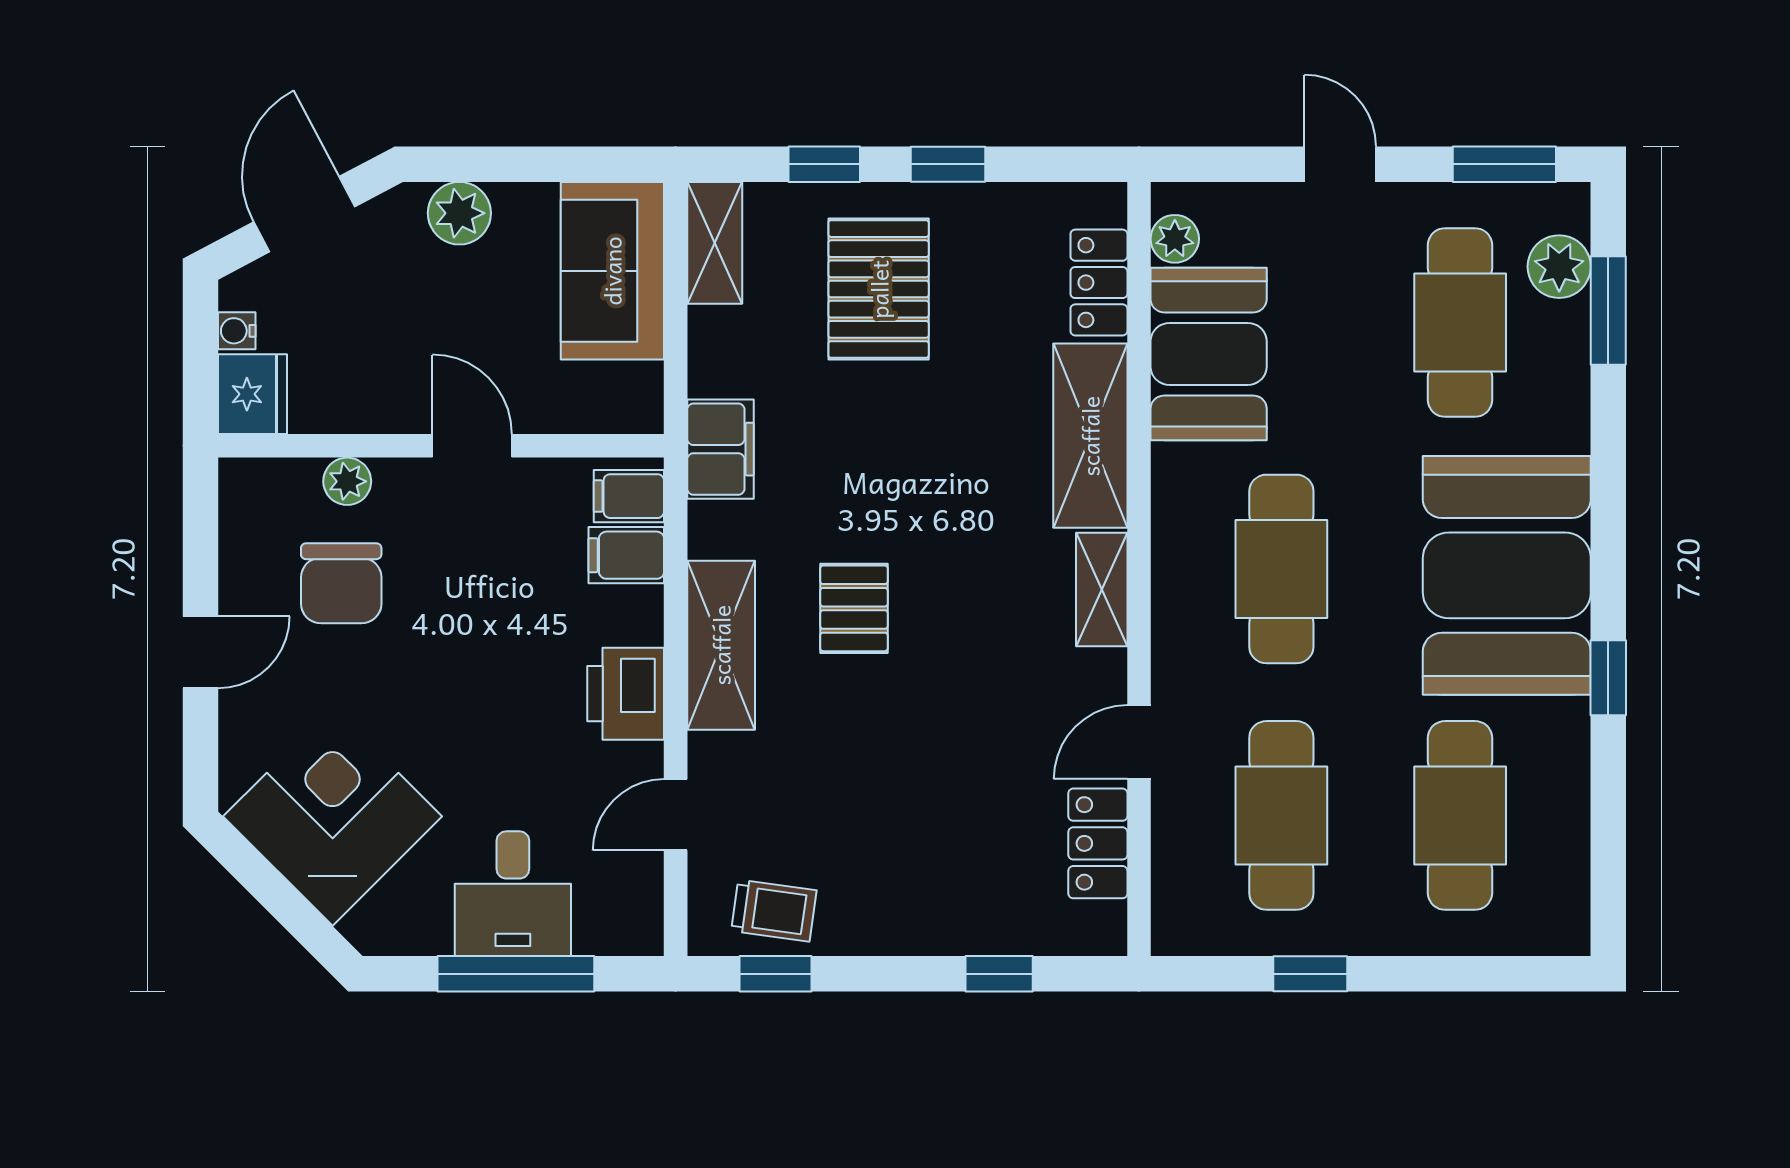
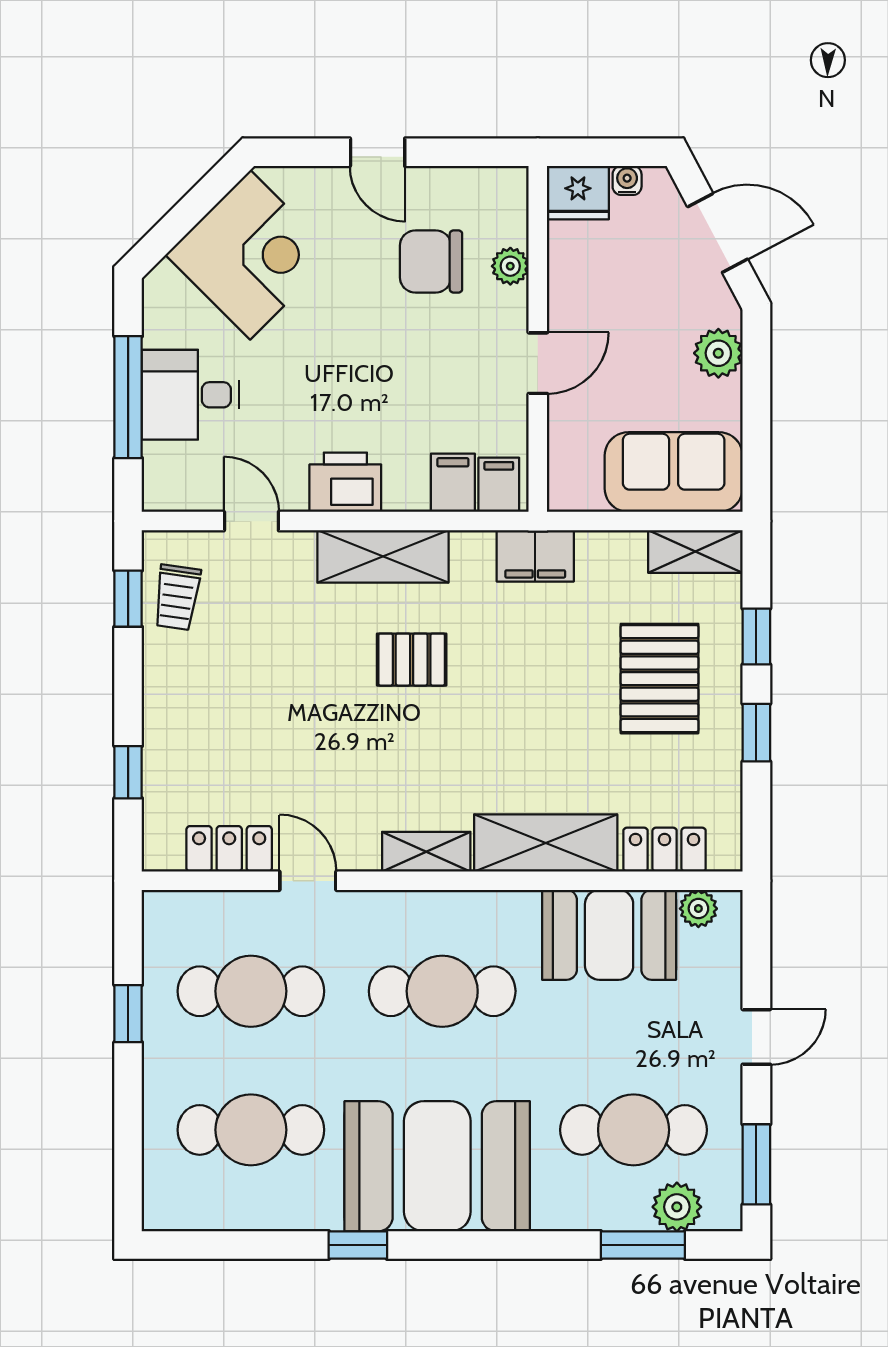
pallet: (879, 289) -> (659, 679), turned 90

